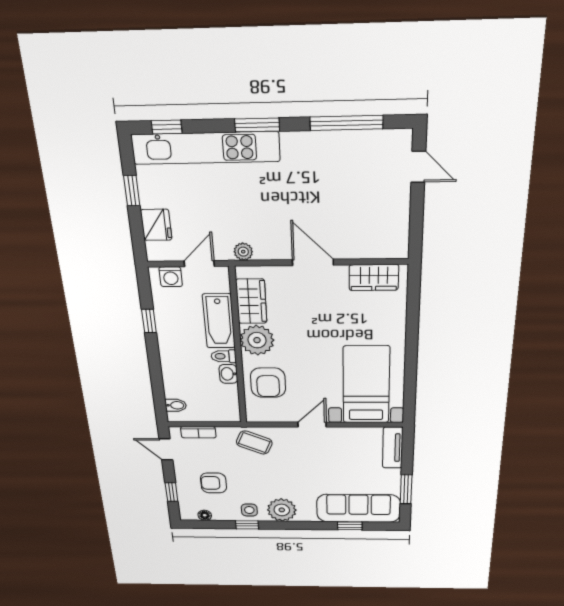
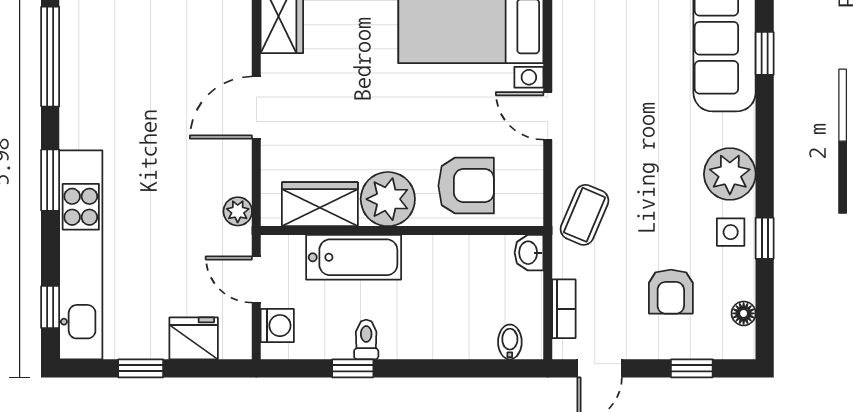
toilet: (224, 356) -> (366, 340), moved, turned 180
washbasin: (228, 374) -> (529, 253), moved, turned 90

